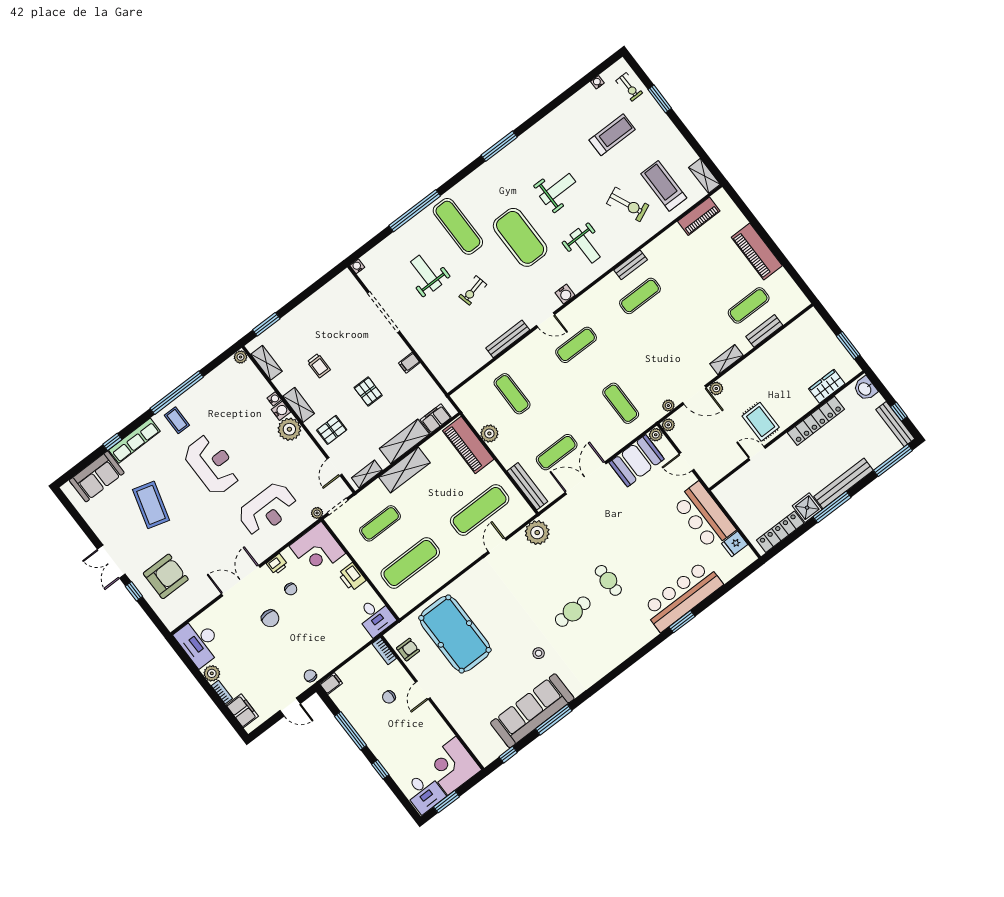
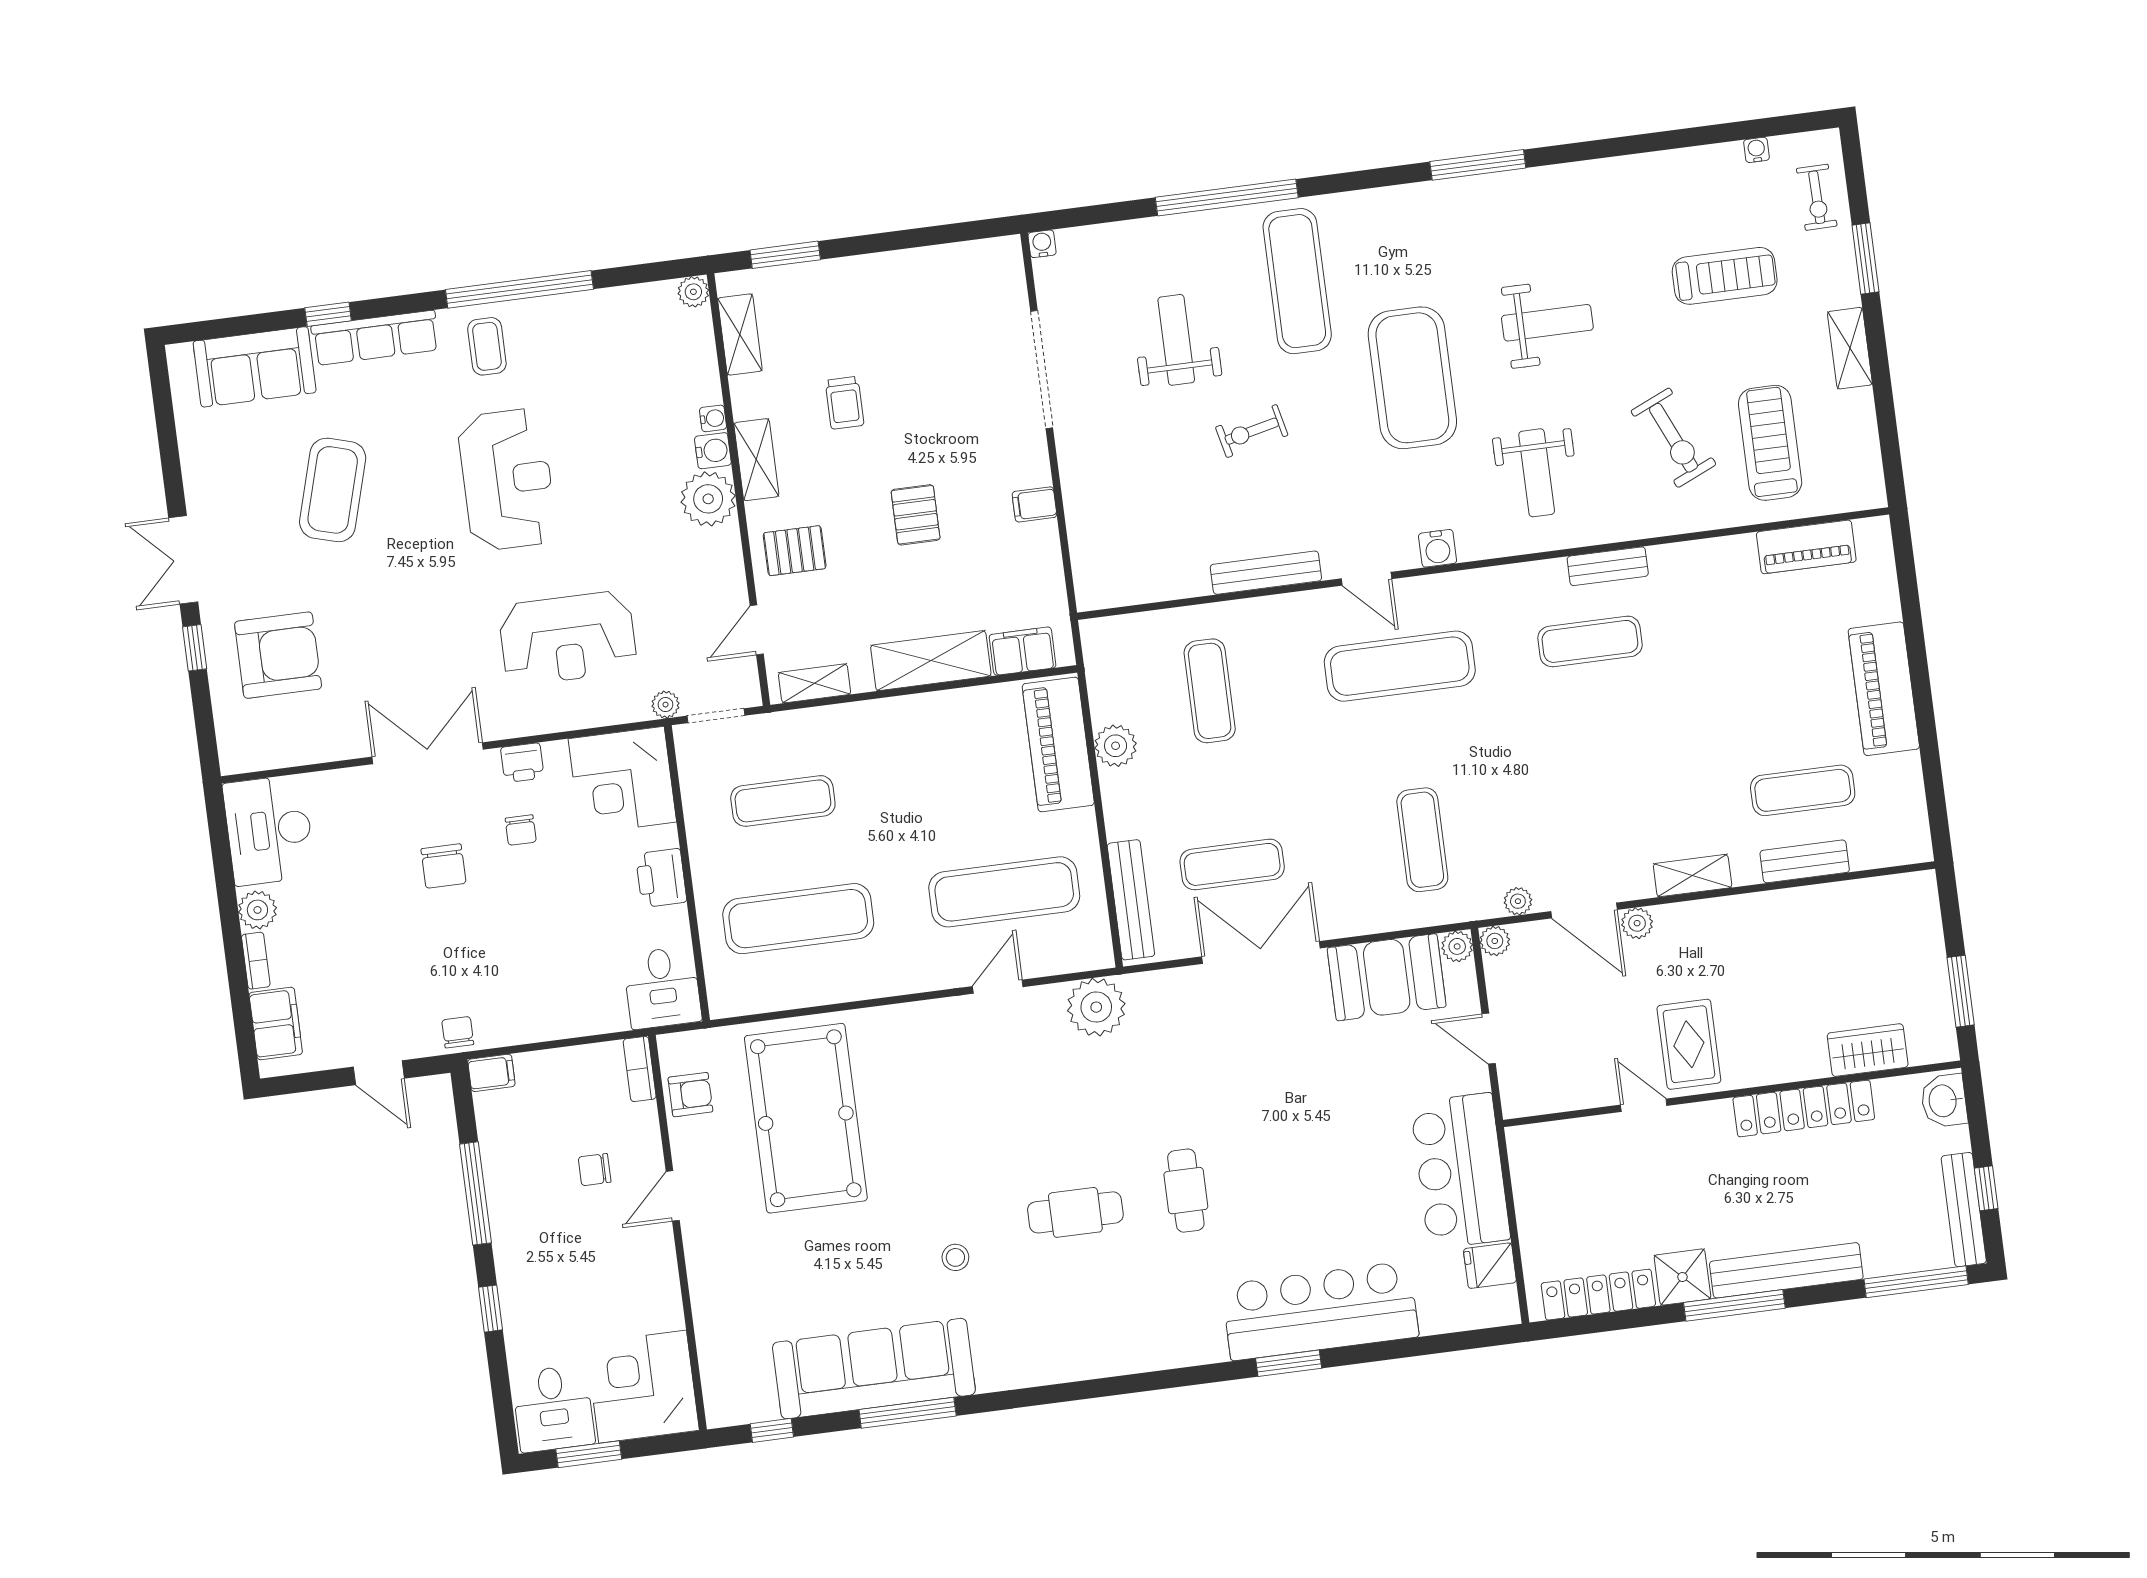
shelving: (704, 176) -> (1850, 348), moved
exercise mat: (576, 345) -> (1400, 666), width x1.36, depth x1.45
shelving: (404, 470) -> (897, 720), removed

